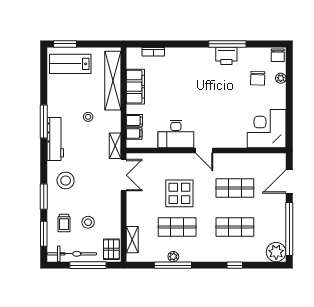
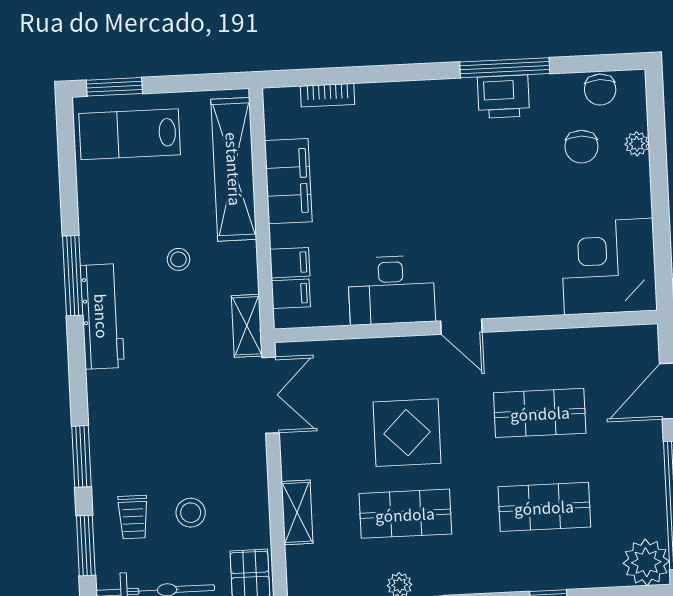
chair: (278, 55) -> (600, 90), moved
stool: (66, 181) -> (132, 415), removed
shelving: (132, 240) -> (297, 512), moved

